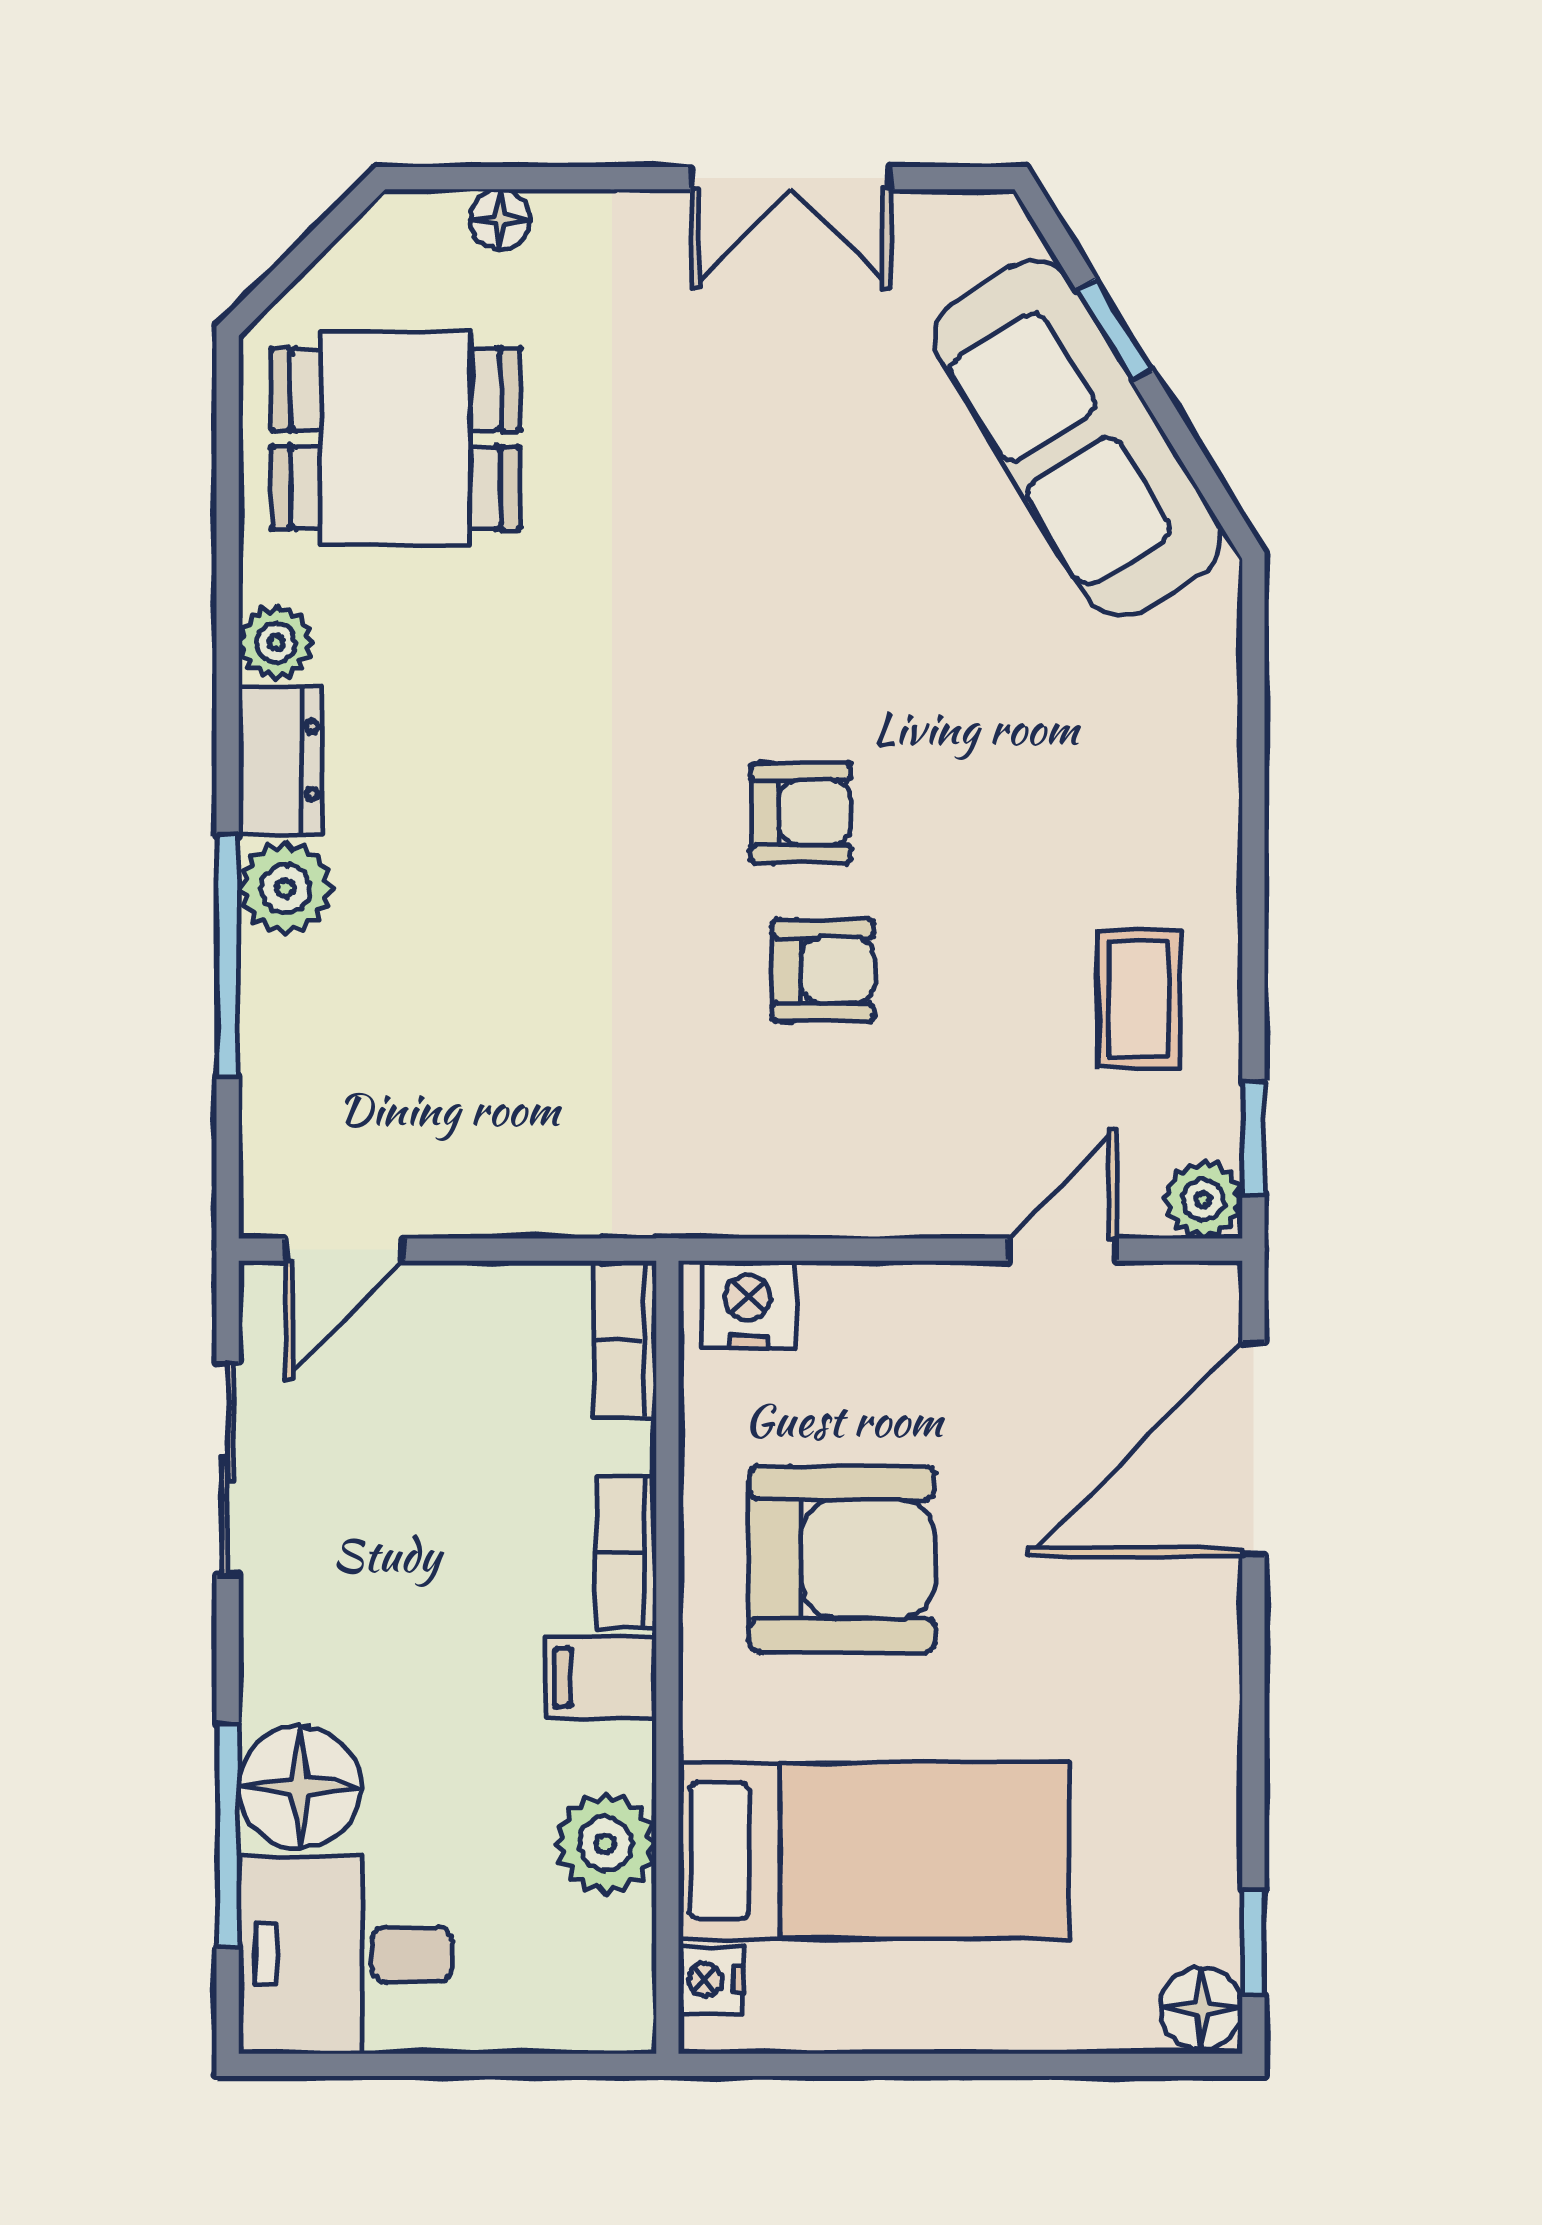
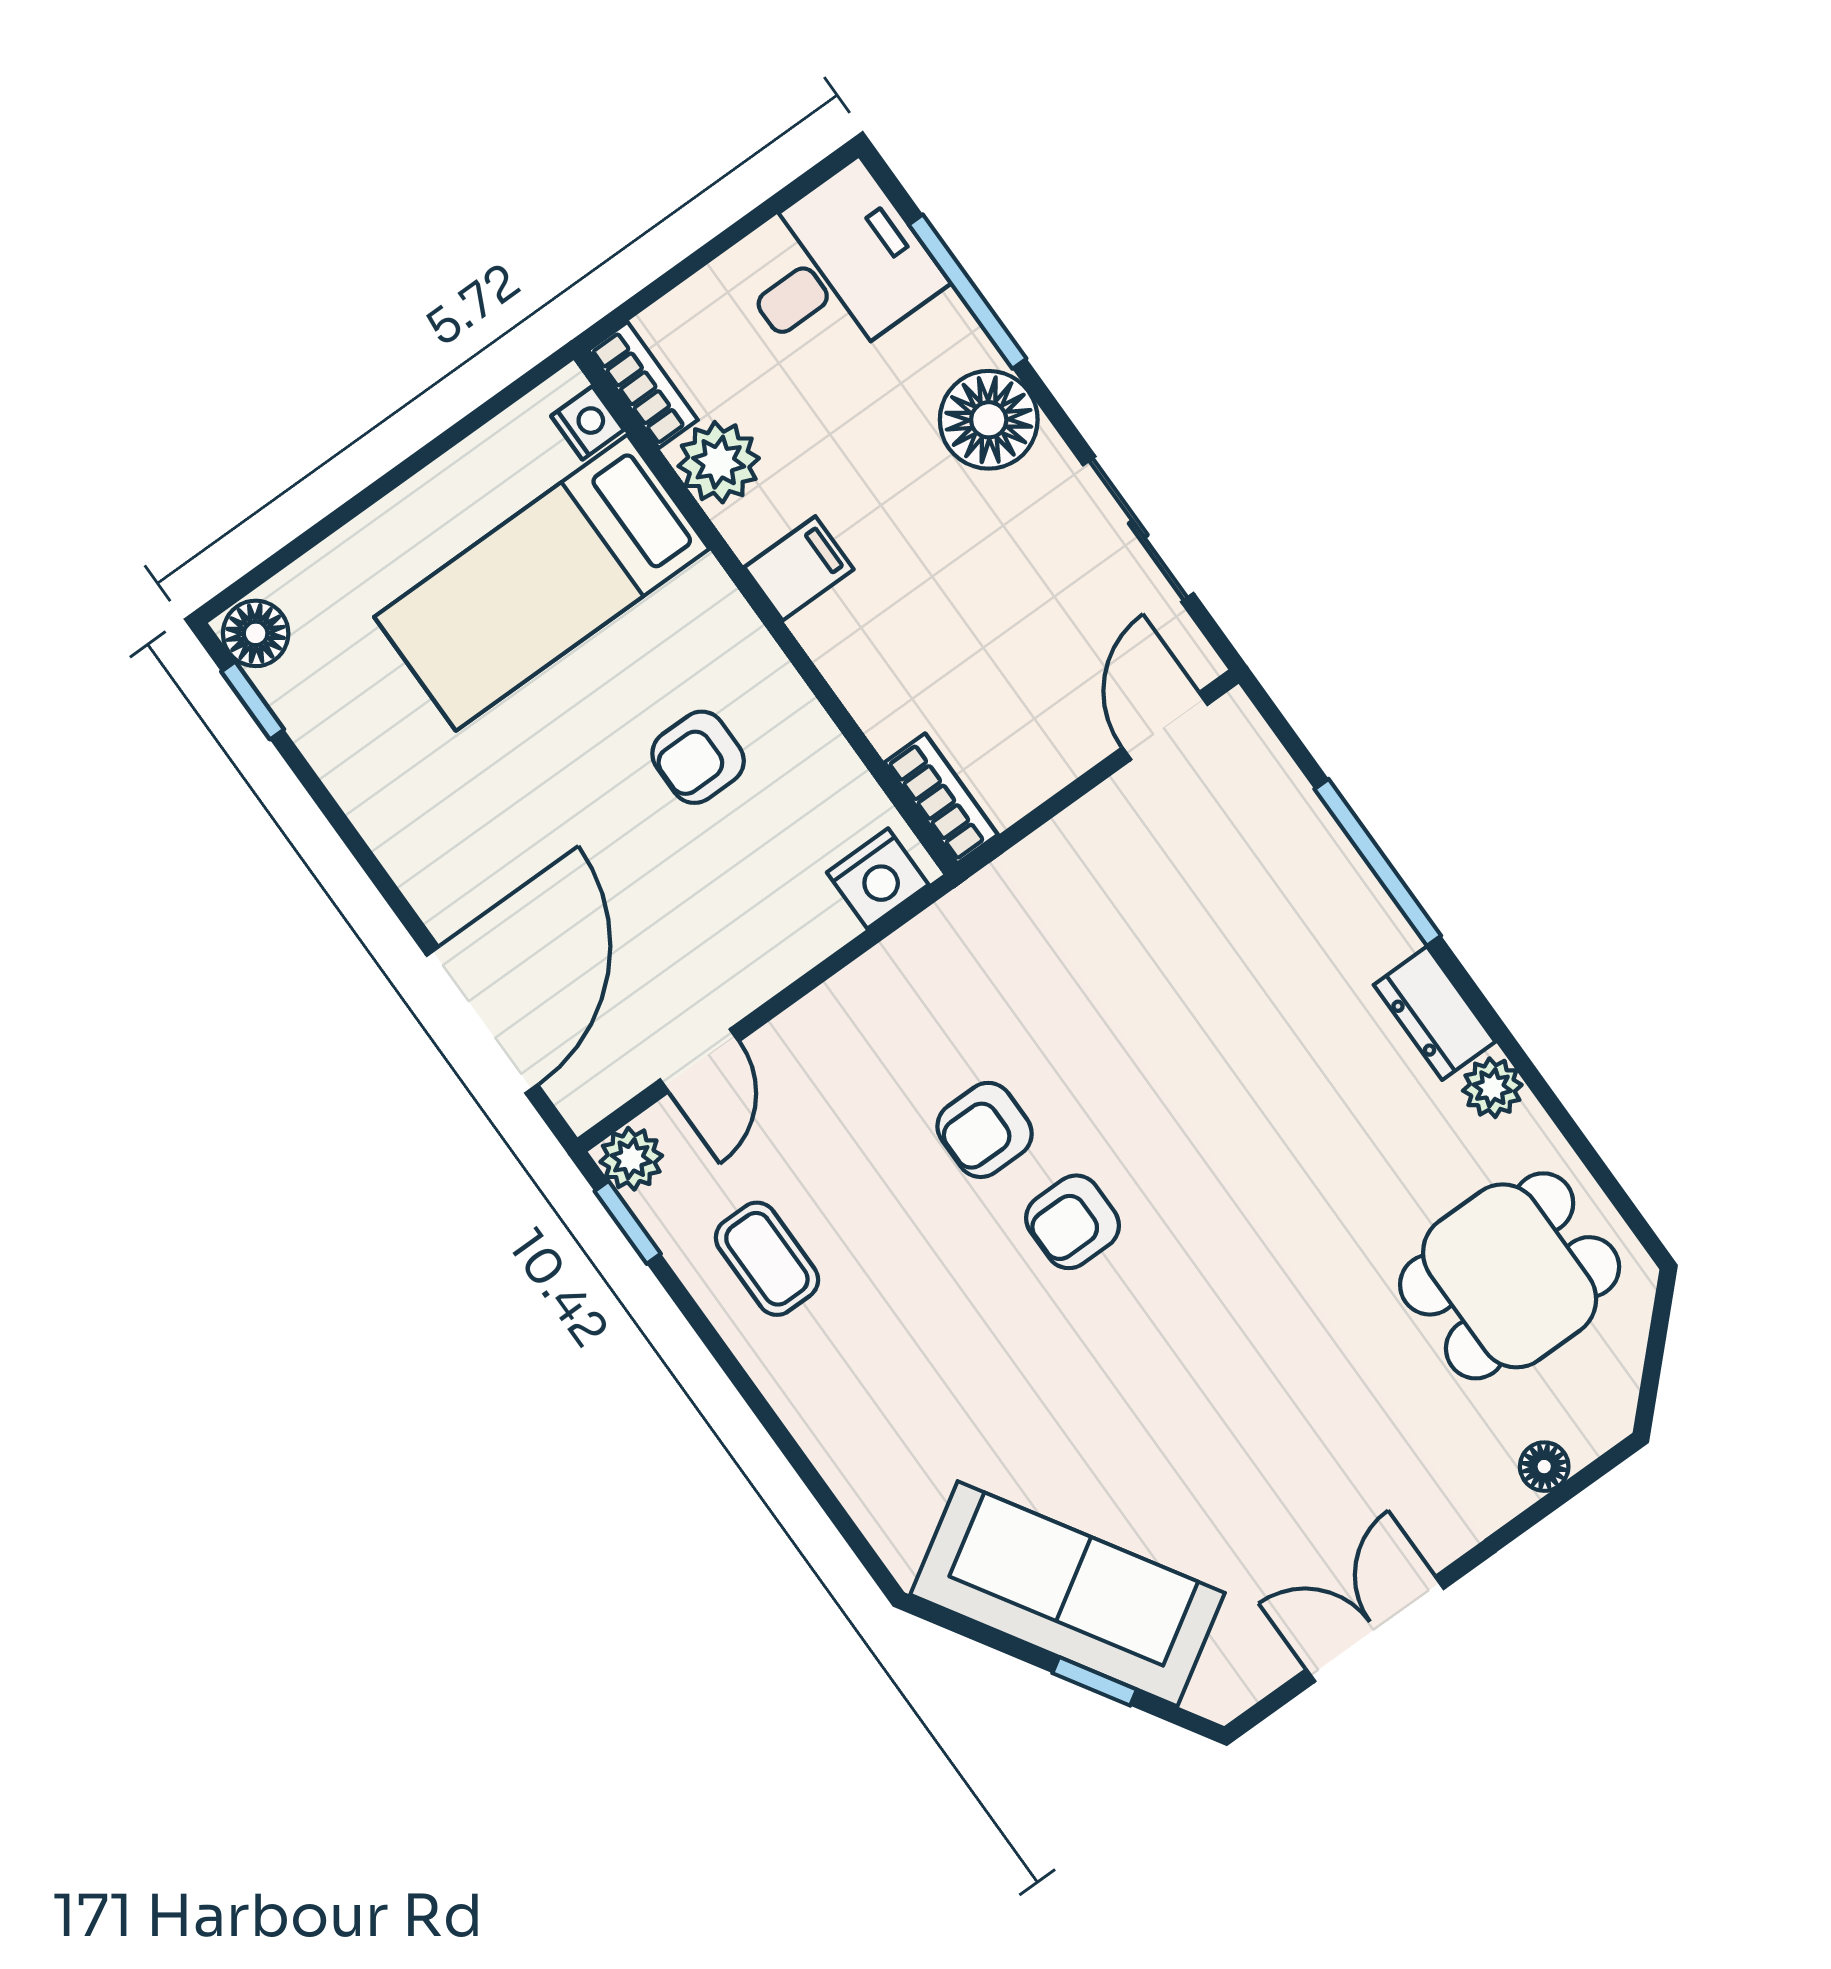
plant: (286, 888) -> (1371, 933), removed
bookcase: (626, 1553) -> (643, 385), moved
armchair: (842, 1559) -> (698, 757), width x0.53, depth x0.53
floor lamp: (300, 1787) -> (989, 420), moved

